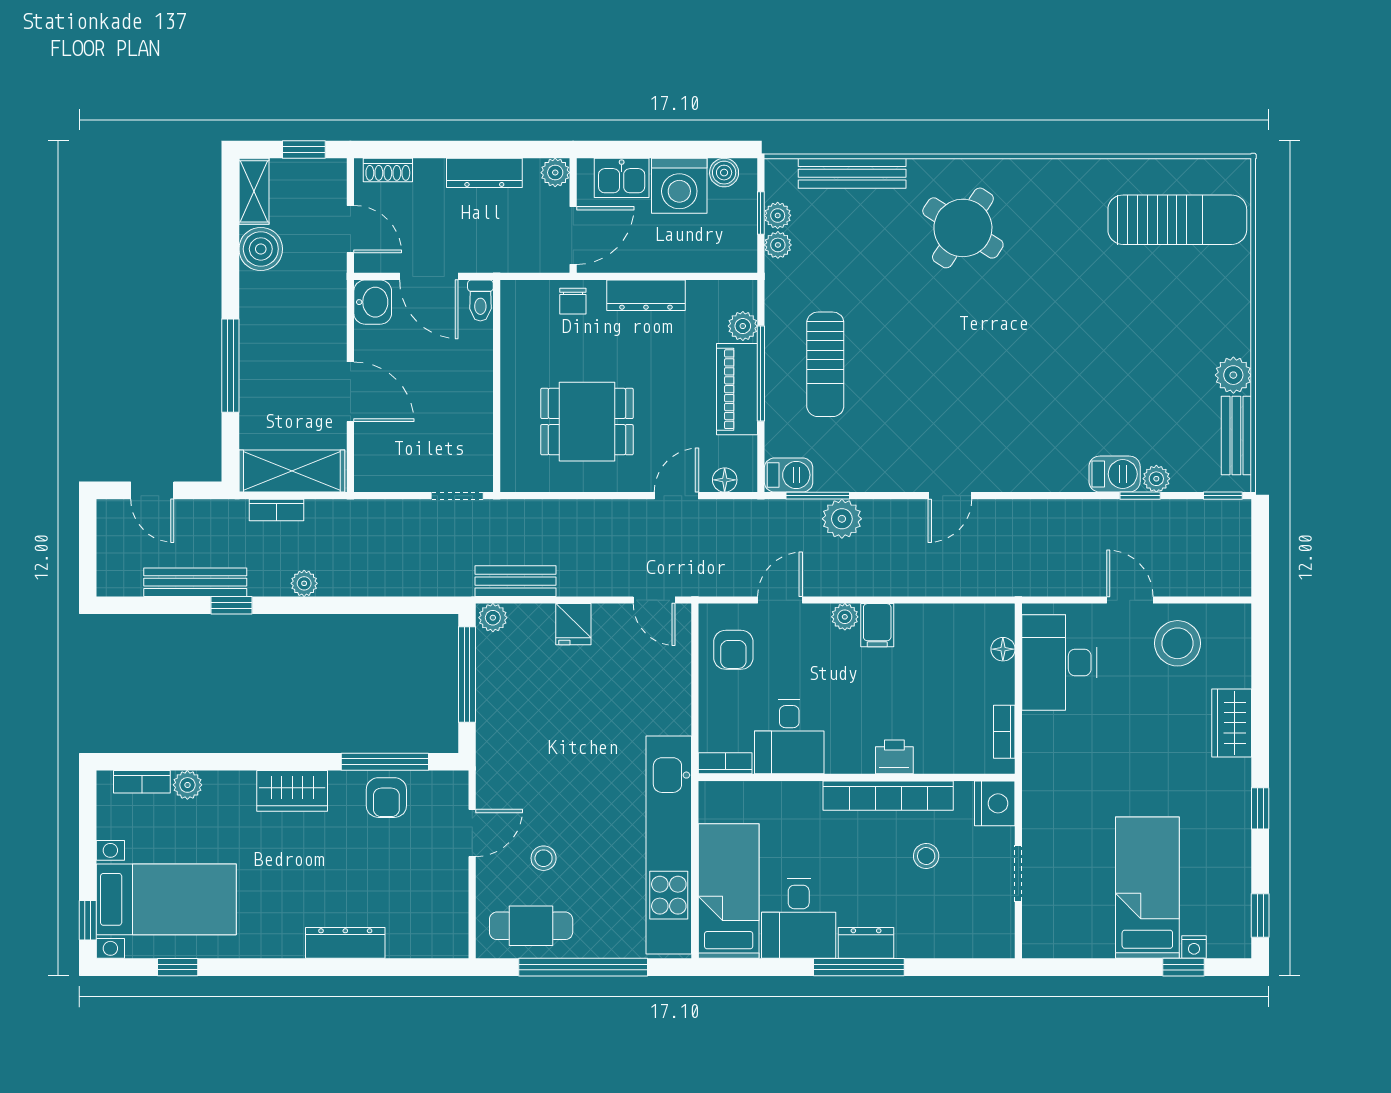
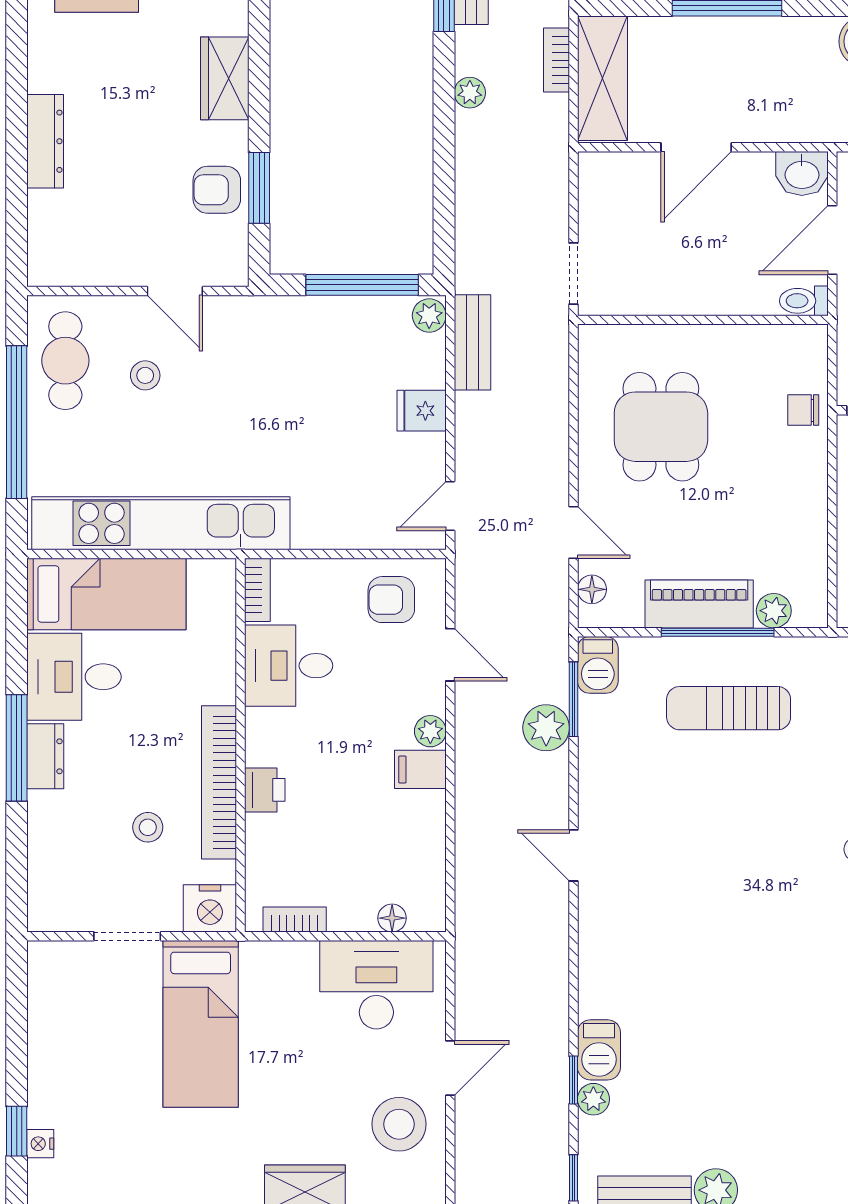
dresser: (646, 295) -> (810, 496), removed
window: (385, 762) -> (259, 188), width x0.69
bed: (1147, 888) -> (201, 1024), moved, turned 90

